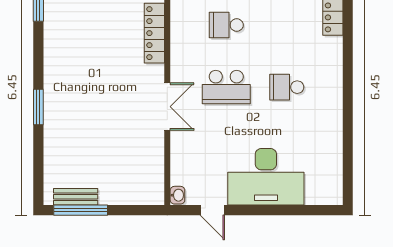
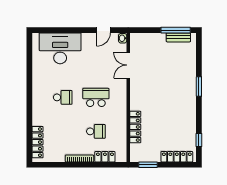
double door: (167, 107) -> (128, 65), moved
desk: (266, 177) -> (60, 48), moved
door: (212, 210) -> (103, 30), swing flipped

